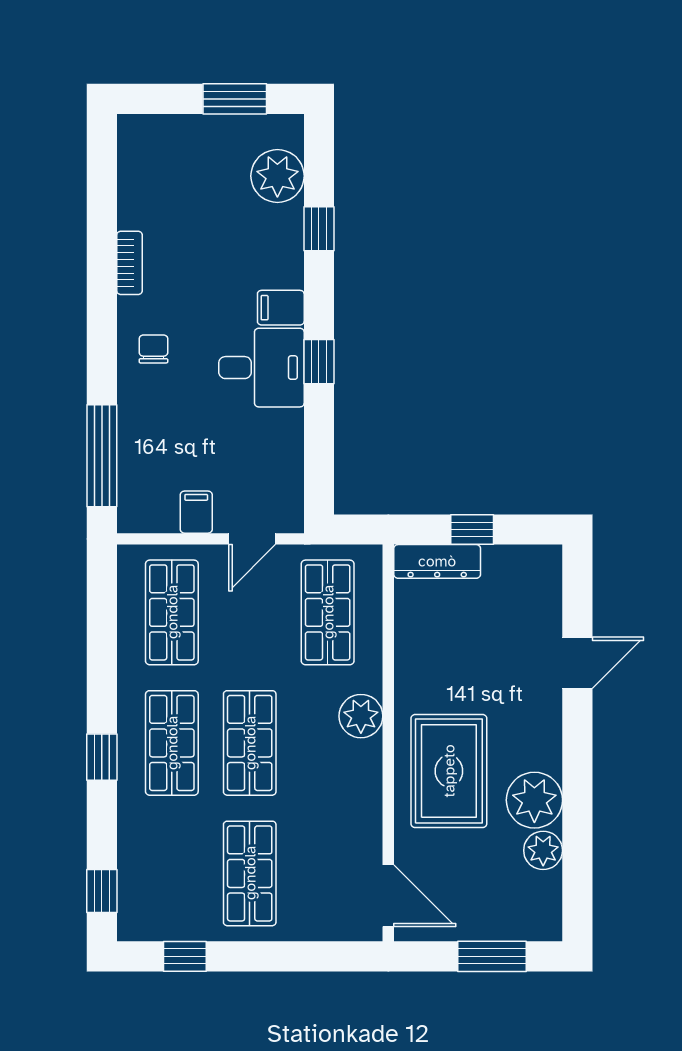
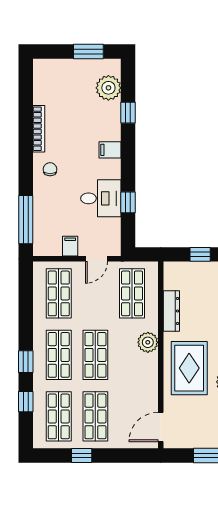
bookcase: (129, 263) -> (39, 129), width x1.56
window: (319, 362) -> (128, 202), moved
desk: (261, 368) -> (101, 198), moved
dresser: (437, 561) -> (171, 311), moved, turned -90
shop shelf: (172, 873) -> (59, 416), added
window: (102, 891) -> (26, 402), moved
door: (388, 896) -> (161, 427), swing flipped
window: (185, 956) -> (82, 455), moved

